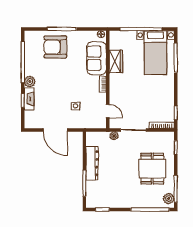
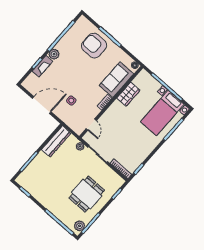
door: (55, 130) -> (42, 105), swing flipped
dresser: (92, 163) -> (56, 141), moved

